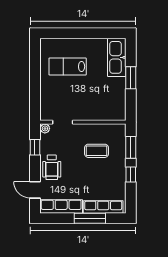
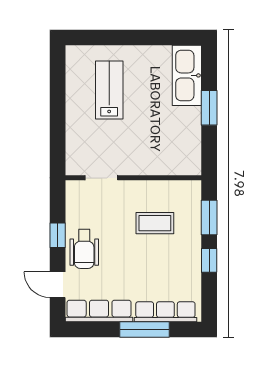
lab bench: (68, 67) -> (109, 90), turned 90
plant: (45, 128) -> (73, 188), removed
window: (35, 147) -> (58, 235), moved

